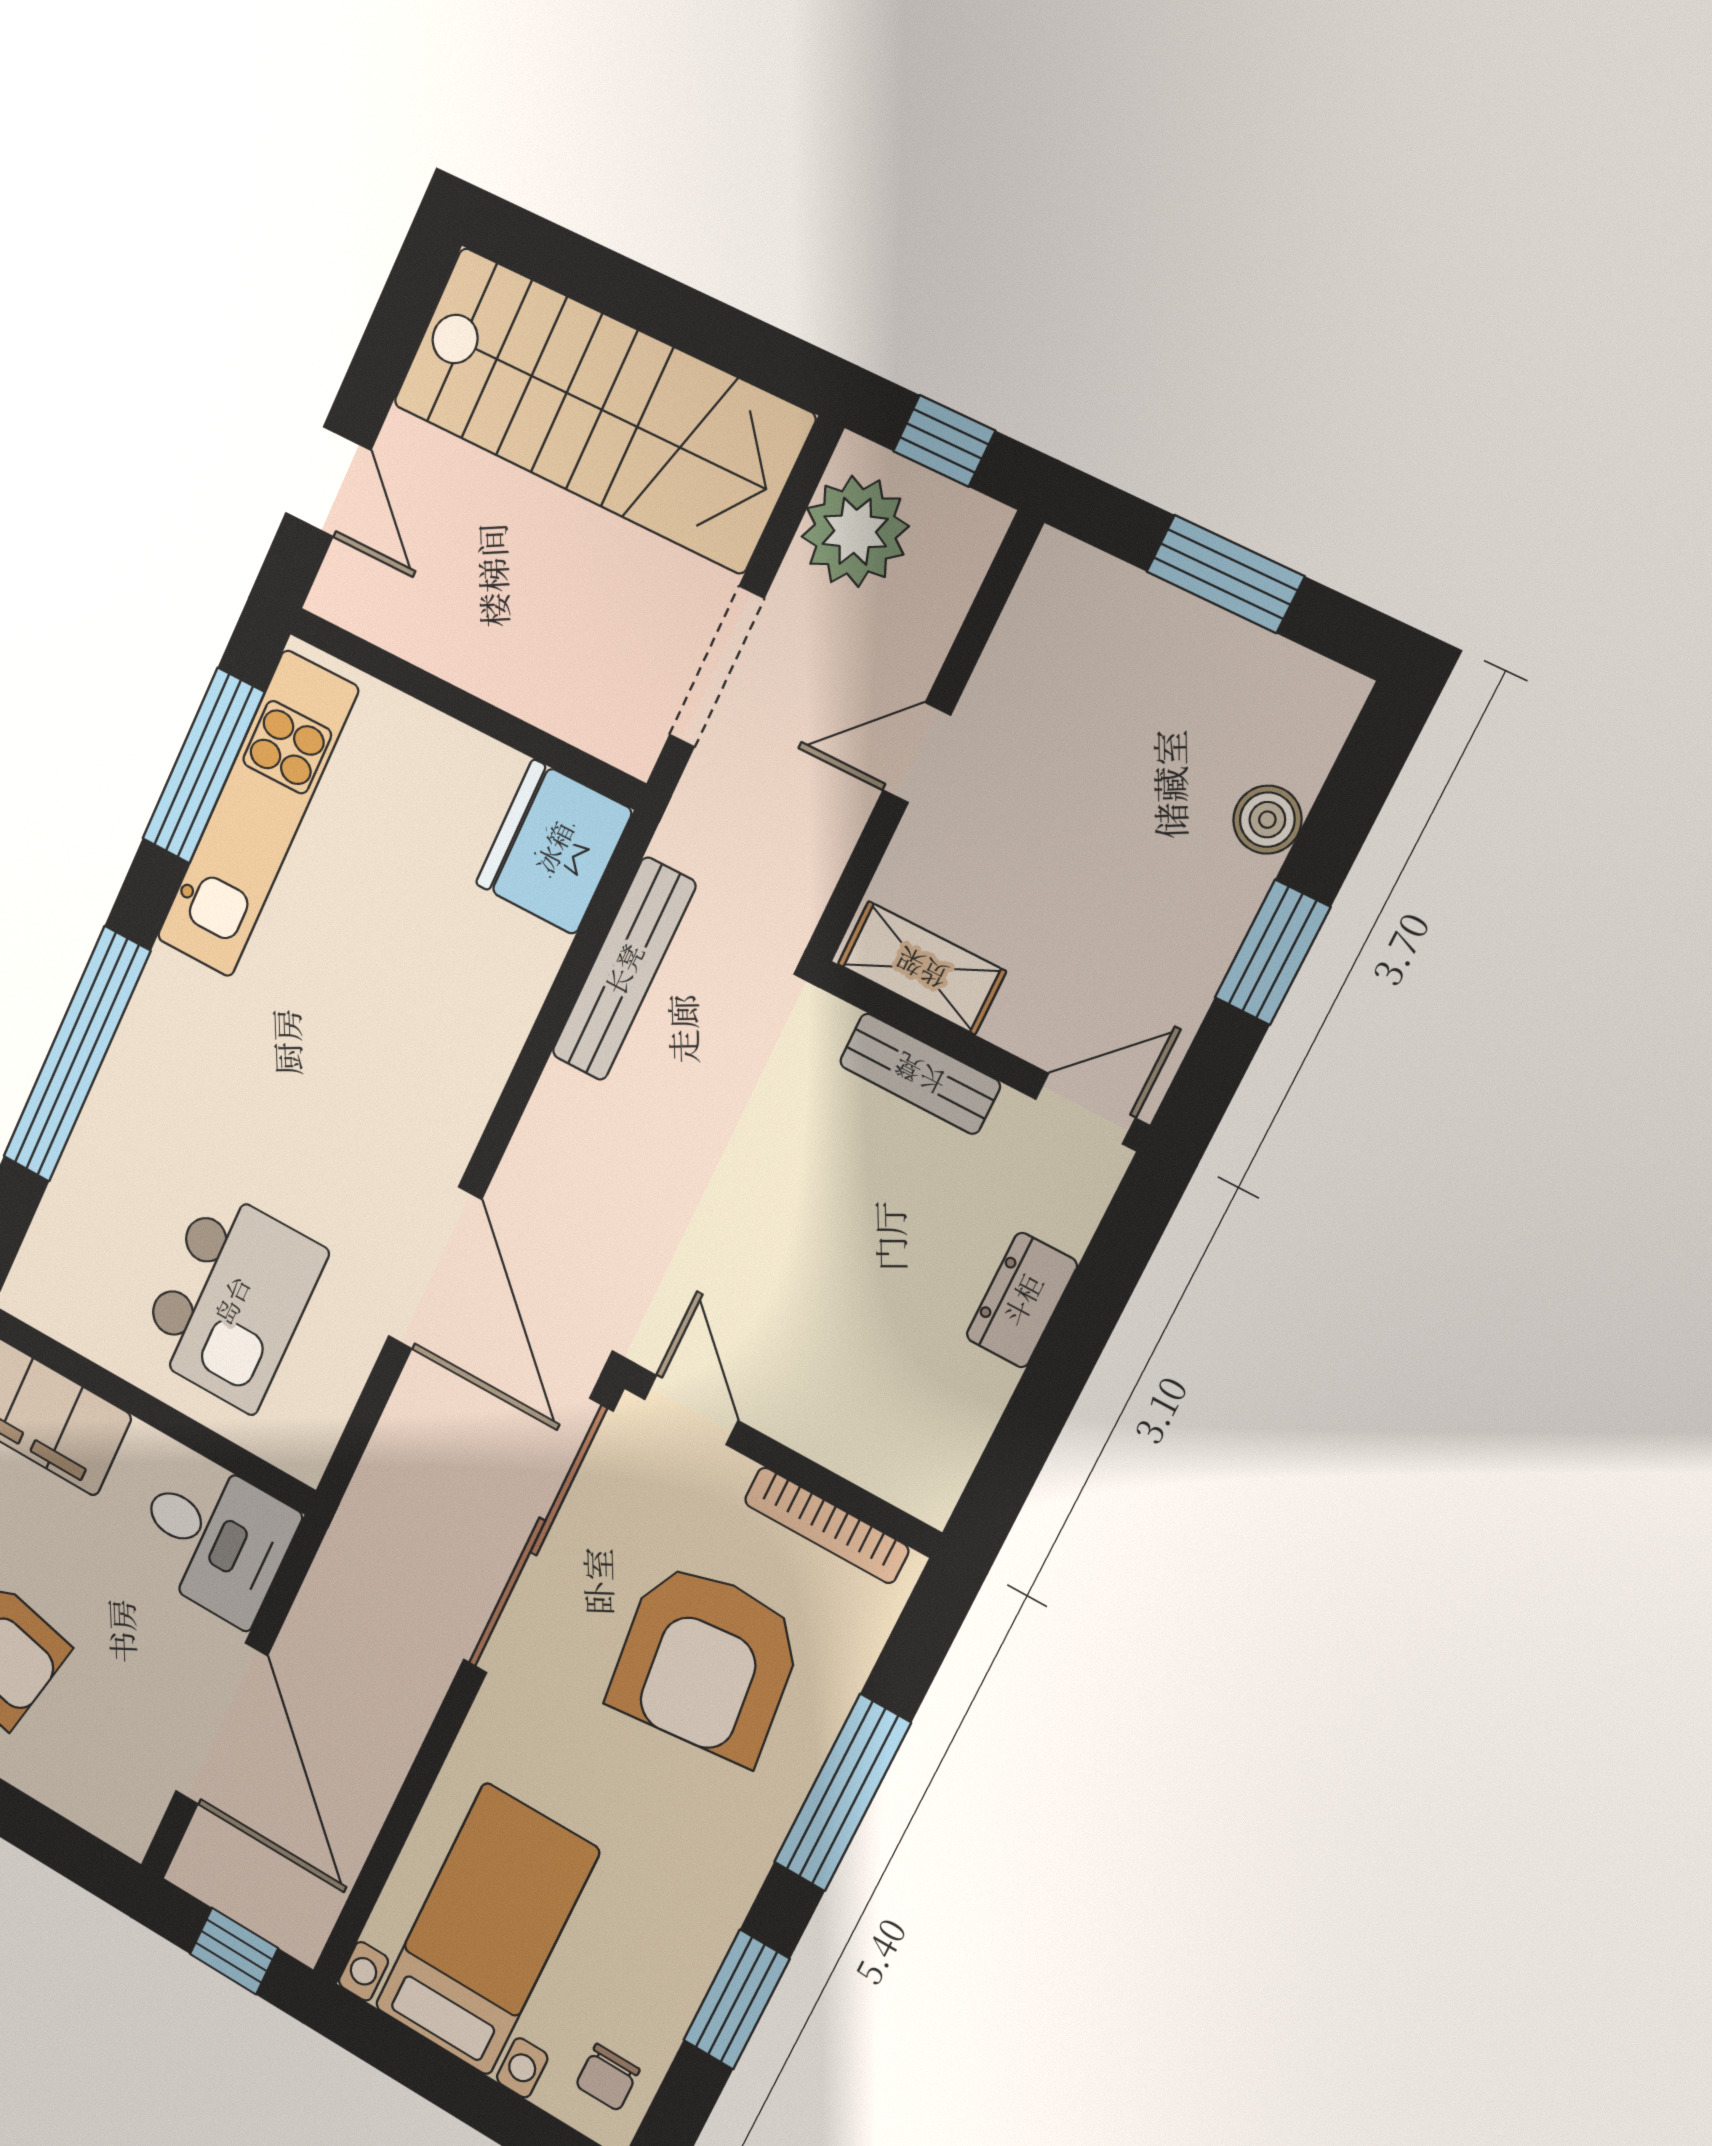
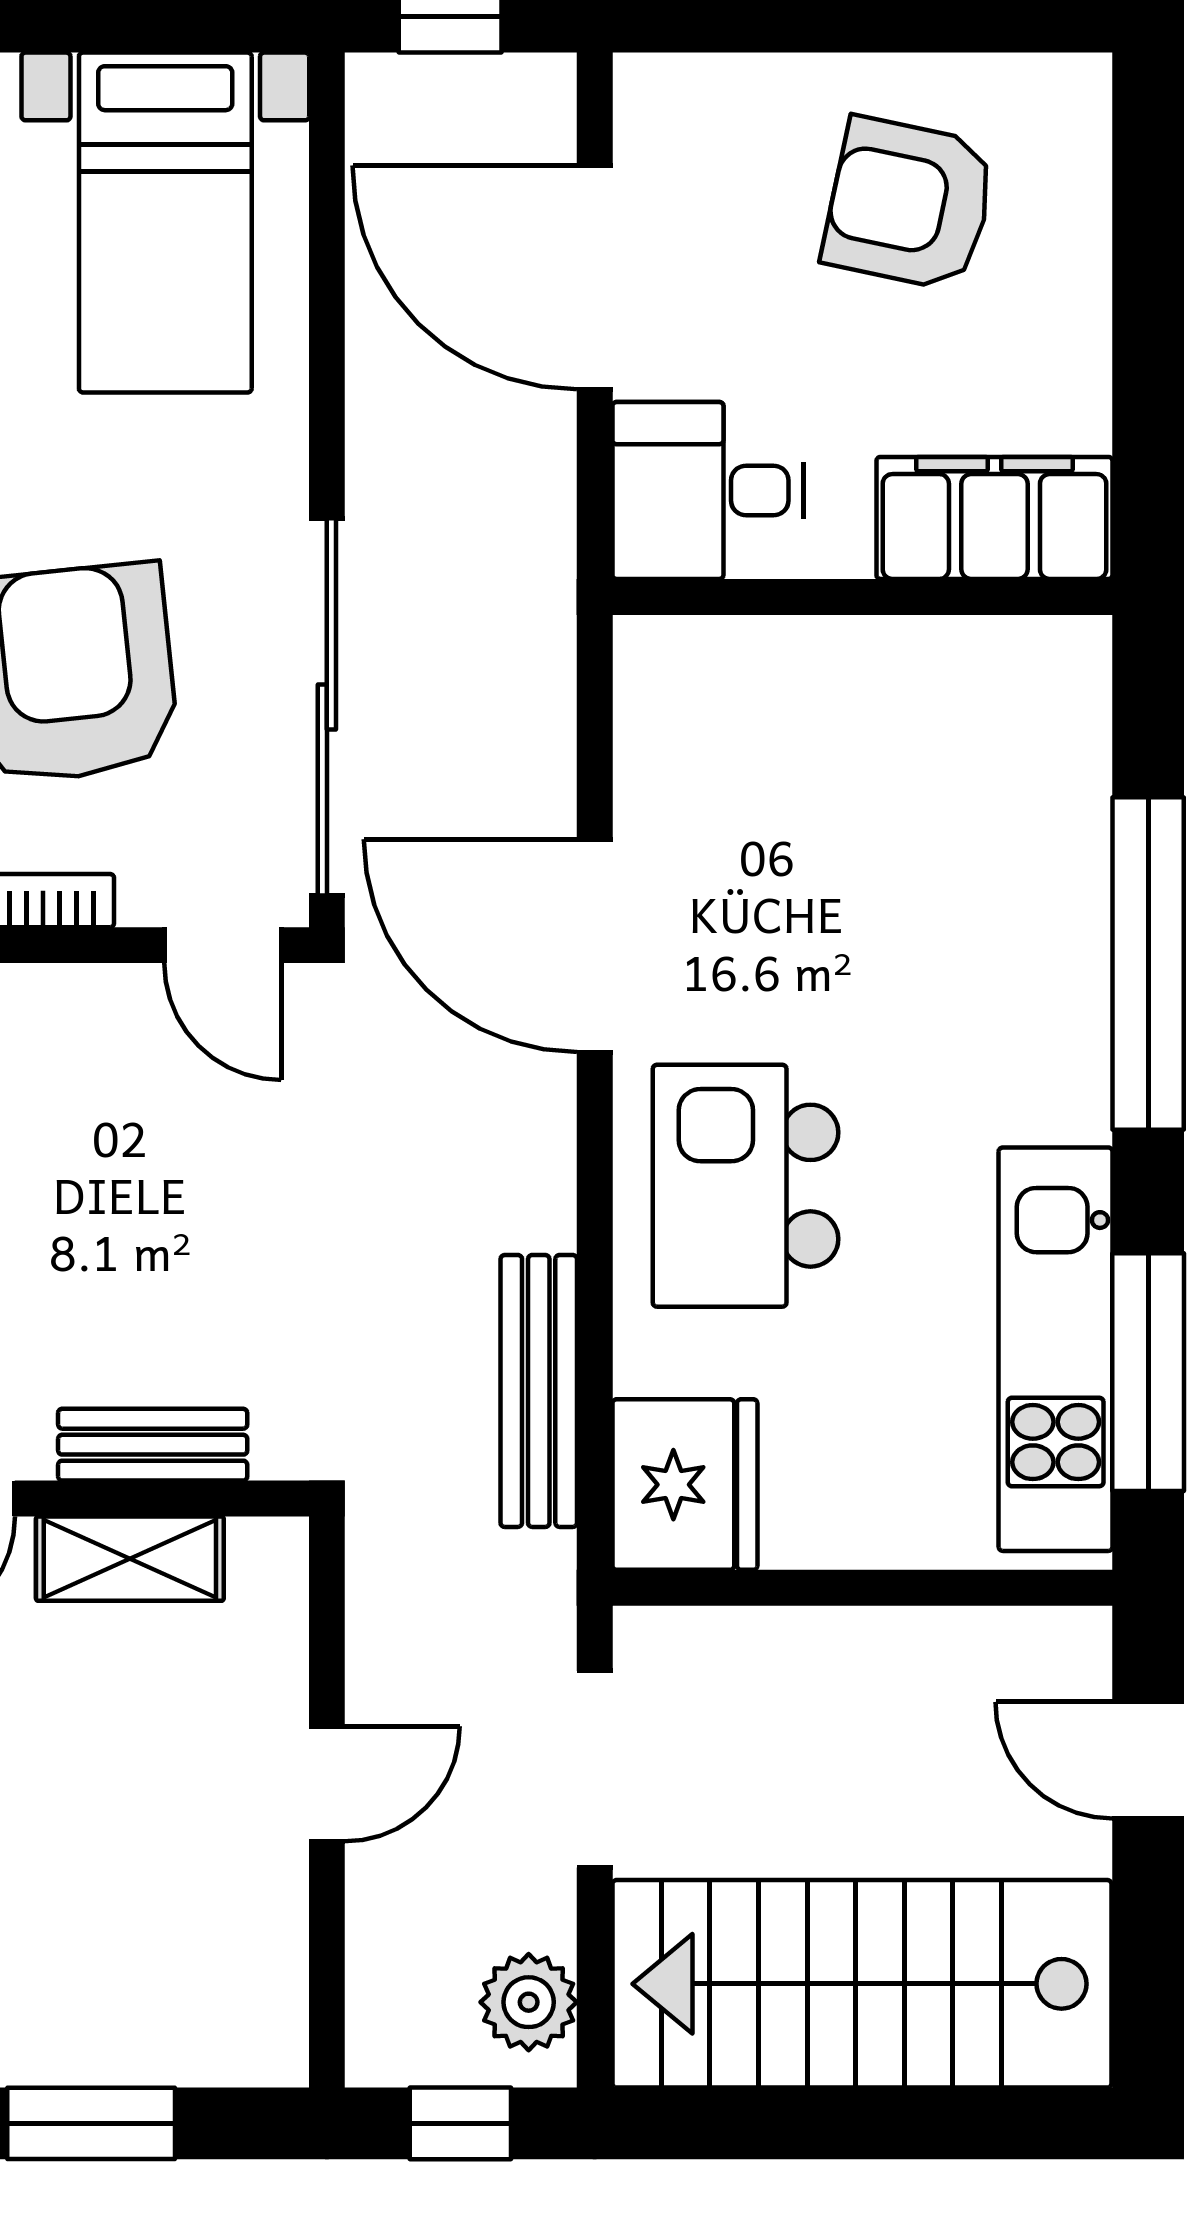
plant: (855, 531) -> (529, 2002), width x0.73, depth x0.73
shelving: (922, 968) -> (130, 1559), moved
kitchen island: (232, 1300) -> (746, 1186), moved

